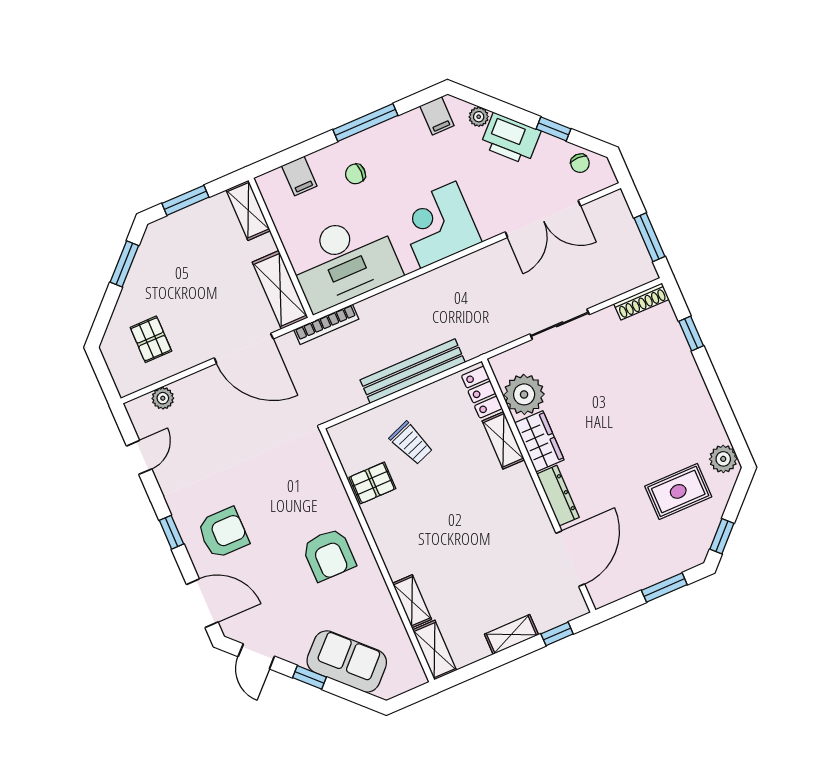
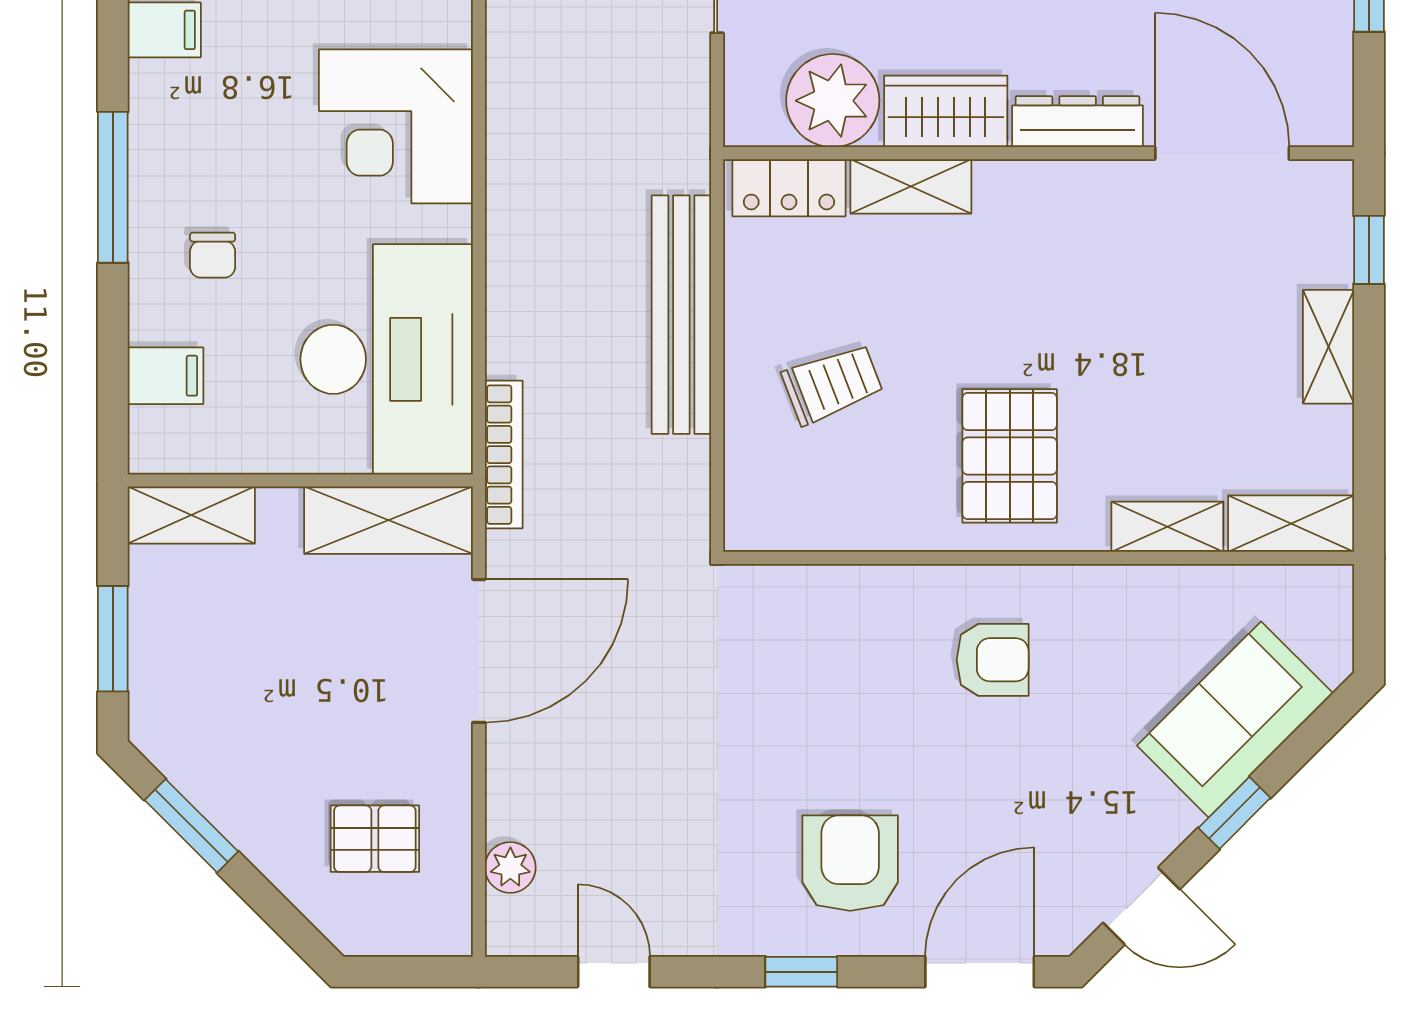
pallet: (372, 483) -> (1010, 456), moved, width x1.50, depth x1.42
armchair: (329, 555) -> (993, 660), width x0.72, depth x0.72

